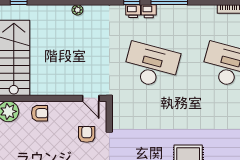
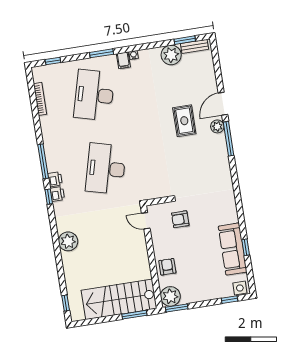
plant: (77, 10) -> (68, 241), width x1.87, depth x1.87
door: (91, 98) -> (146, 221), swing flipped

